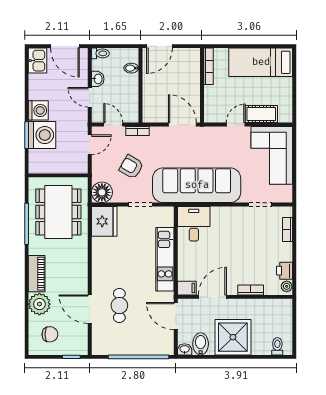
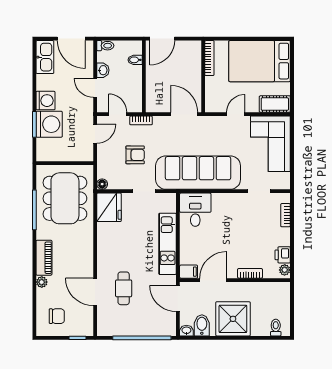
kitchen sink: (38, 61) -> (45, 57), width x1.38
bed: (261, 62) -> (260, 61), width x1.50
cot: (261, 114) -> (275, 104), moved
armchair: (131, 167) -> (135, 155), turned 150
floor lamp: (102, 192) -> (102, 184), width x0.53, depth x0.53
plant: (39, 304) -> (42, 282), width x0.53, depth x0.53

